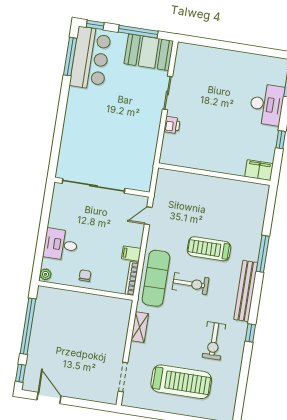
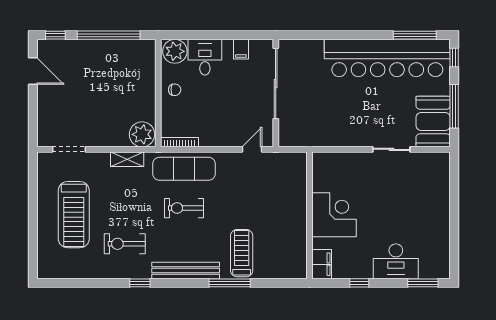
bar counter: (90, 58) -> (387, 58), width x1.86
printer: (172, 125) -> (357, 160), removed
corner desk: (217, 153) -> (334, 215), added
door: (148, 216) -> (252, 149), hinge flipped
treadmill: (209, 249) -> (242, 253), moved
filing cabinet: (131, 254) -> (241, 49), moved, turned 180
plant: (45, 274) -> (175, 51), width x1.88, depth x1.88
exercise bike: (191, 284) -> (184, 208), turned 90
plant: (120, 311) -> (142, 134), added
door: (49, 398) -> (33, 71), hinge flipped

